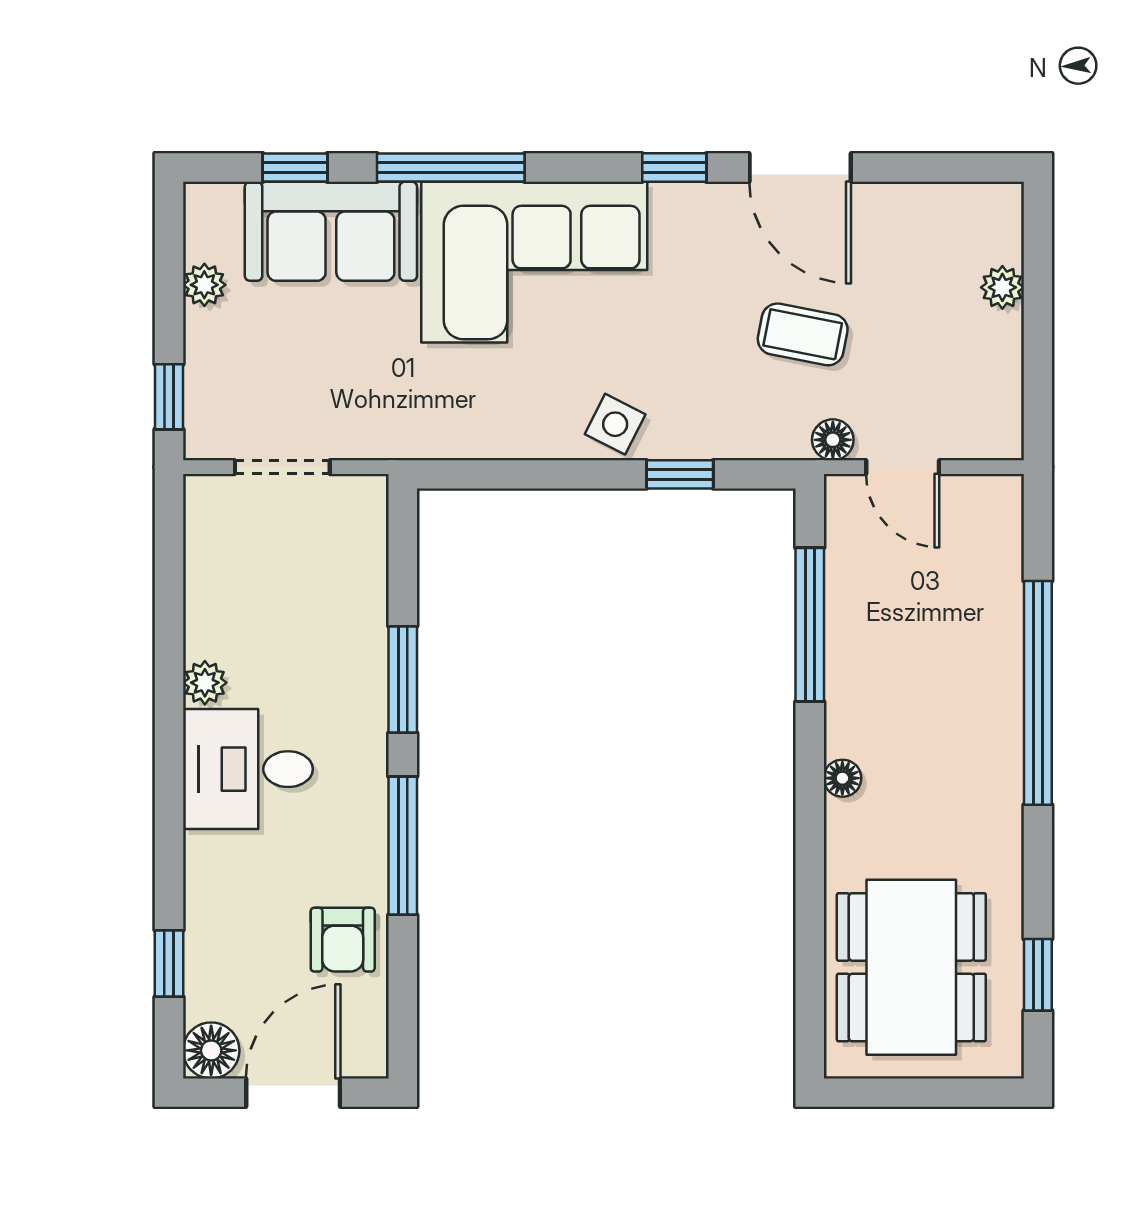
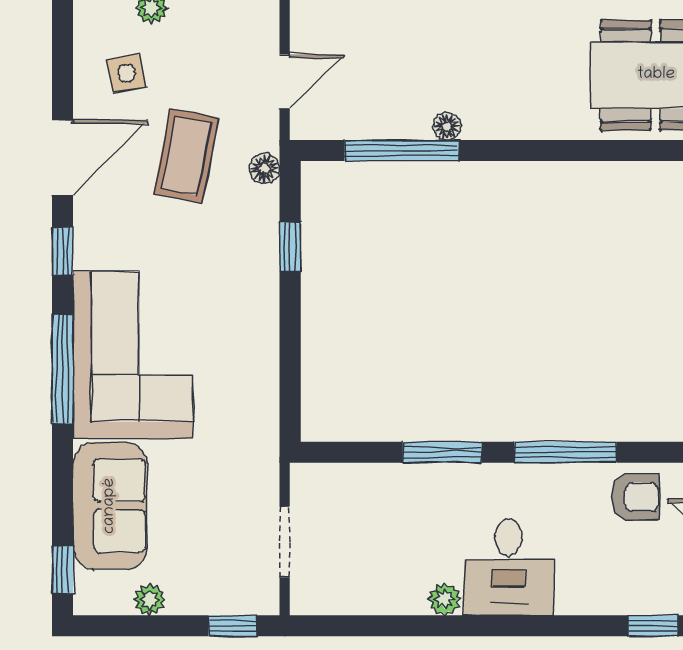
window: (295, 168) -> (63, 570), moved
window: (451, 168) -> (63, 369), moved
coffee table: (803, 334) -> (186, 156), width x1.36, depth x1.30
side table: (615, 424) -> (126, 73), moved, turned -38
floor lamp: (833, 440) -> (264, 168), moved
floor lamp: (842, 778) -> (447, 126), moved

